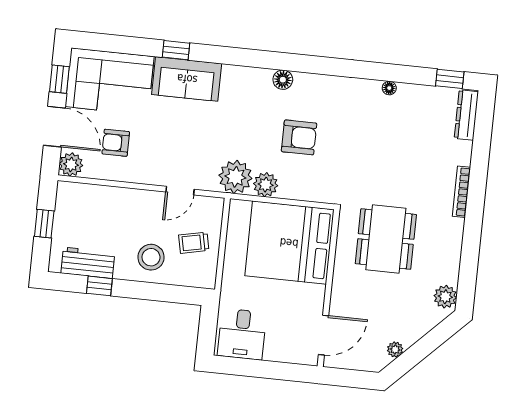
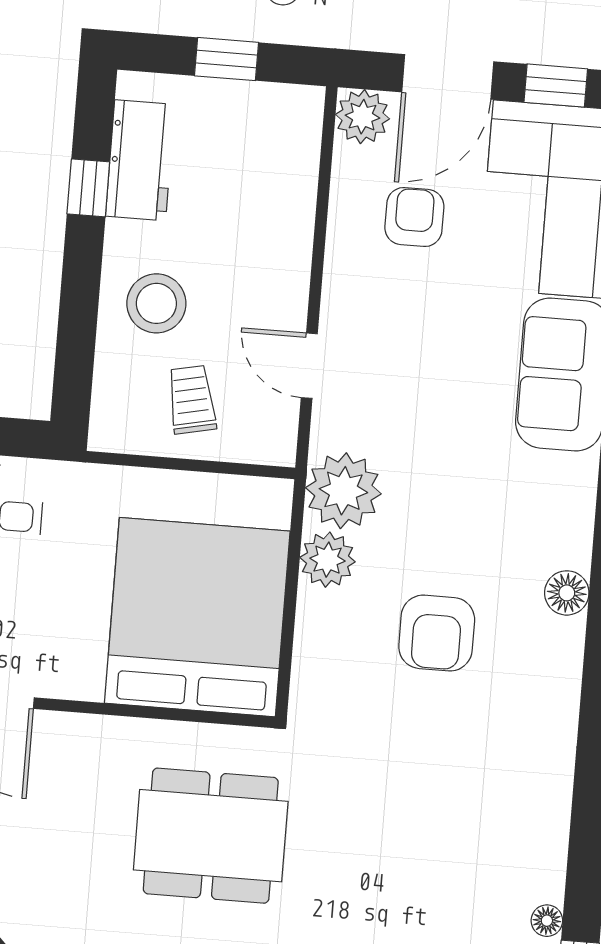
floor lamp: (389, 88) -> (547, 921), moved

